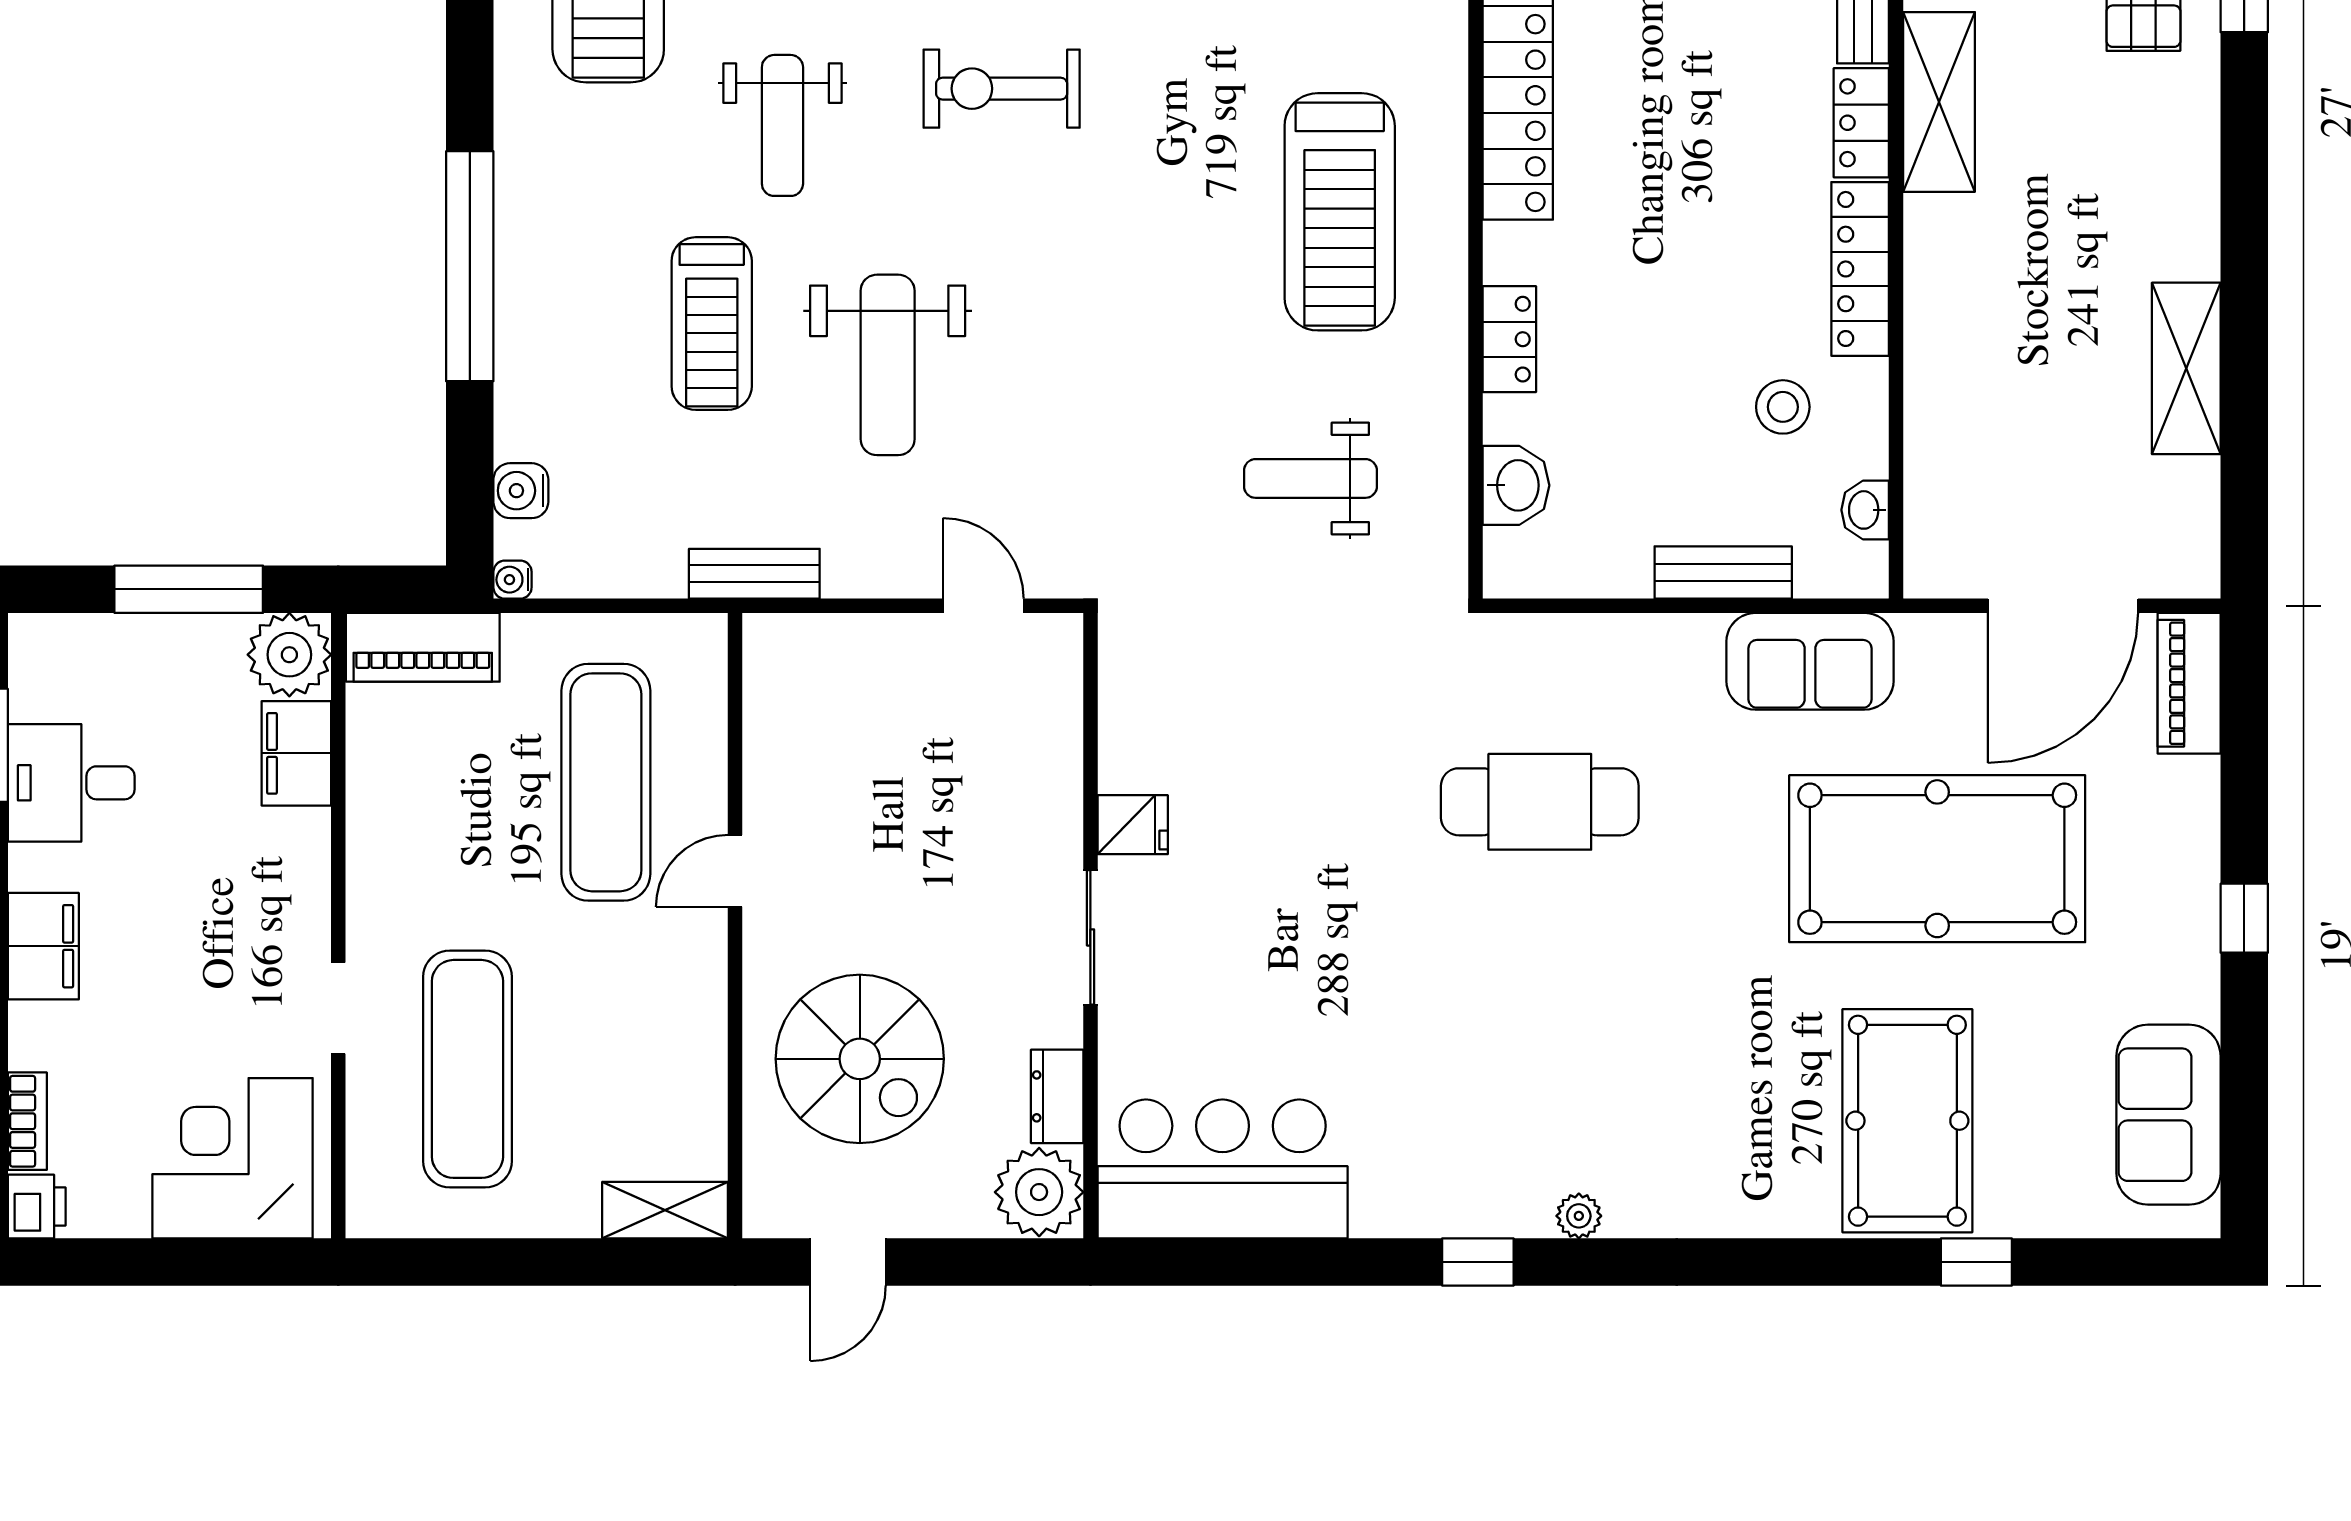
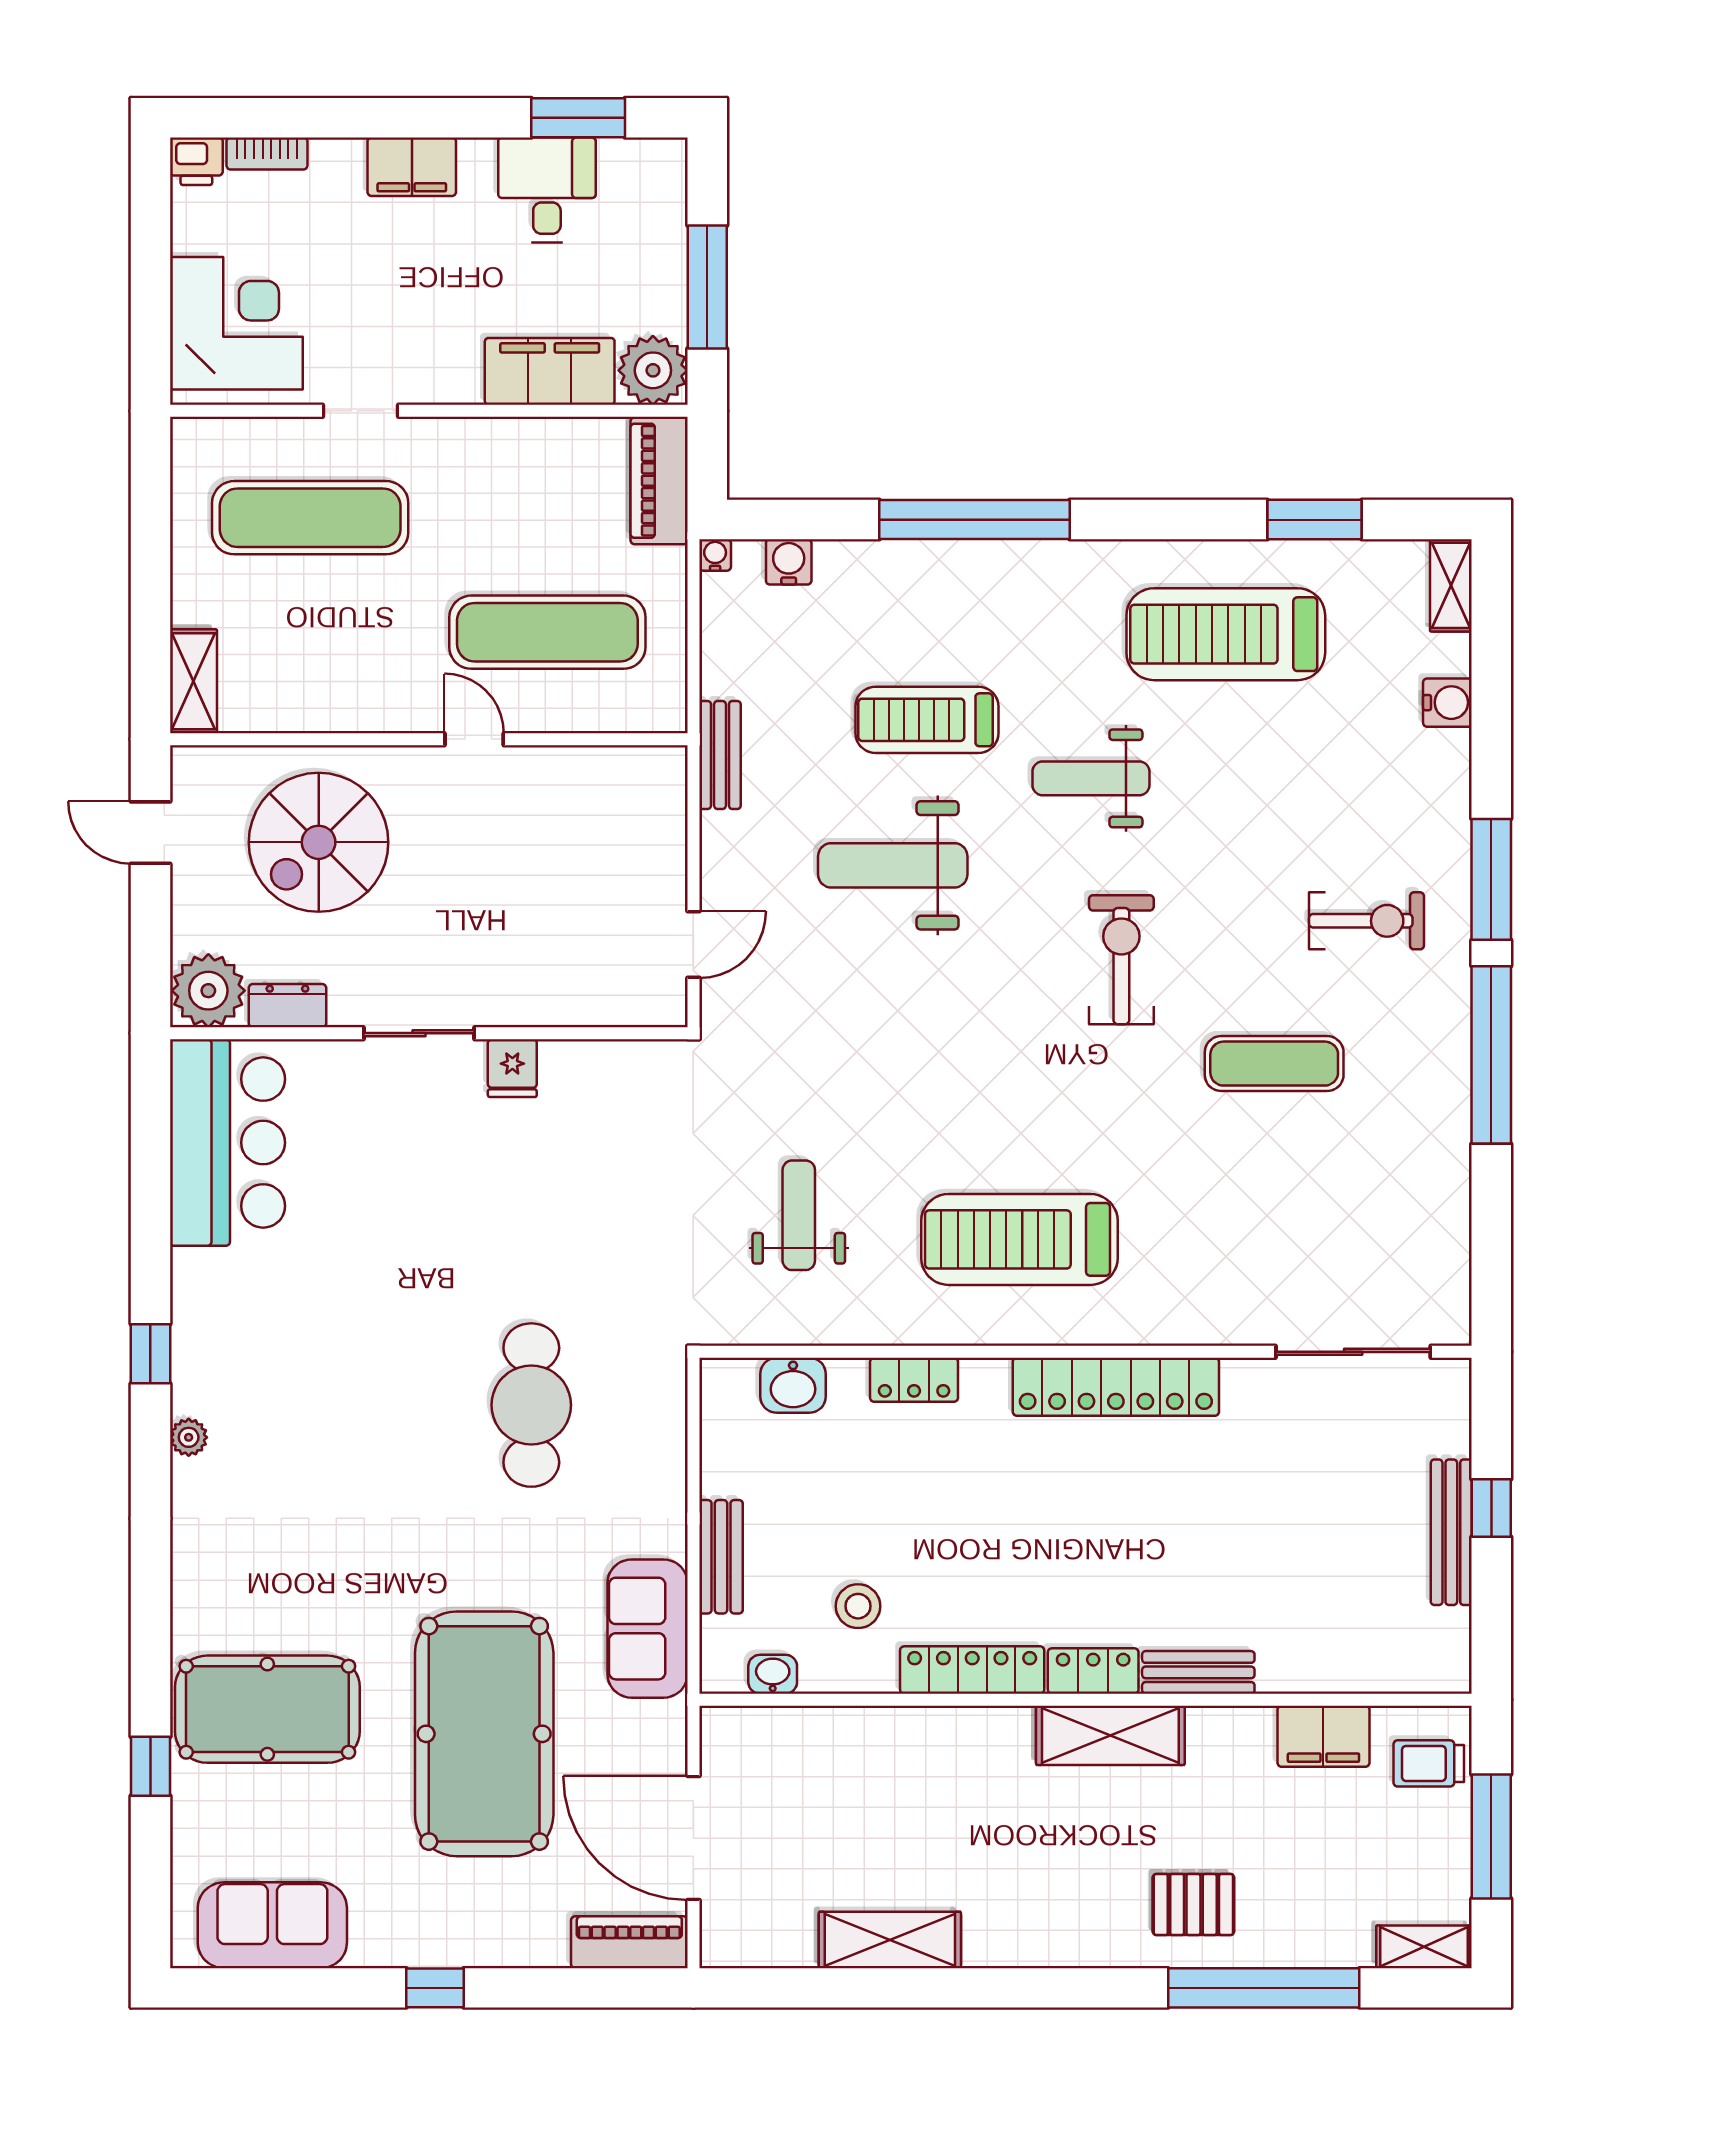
filing cabinet: (296, 753) -> (550, 371), width x1.50, depth x1.17

